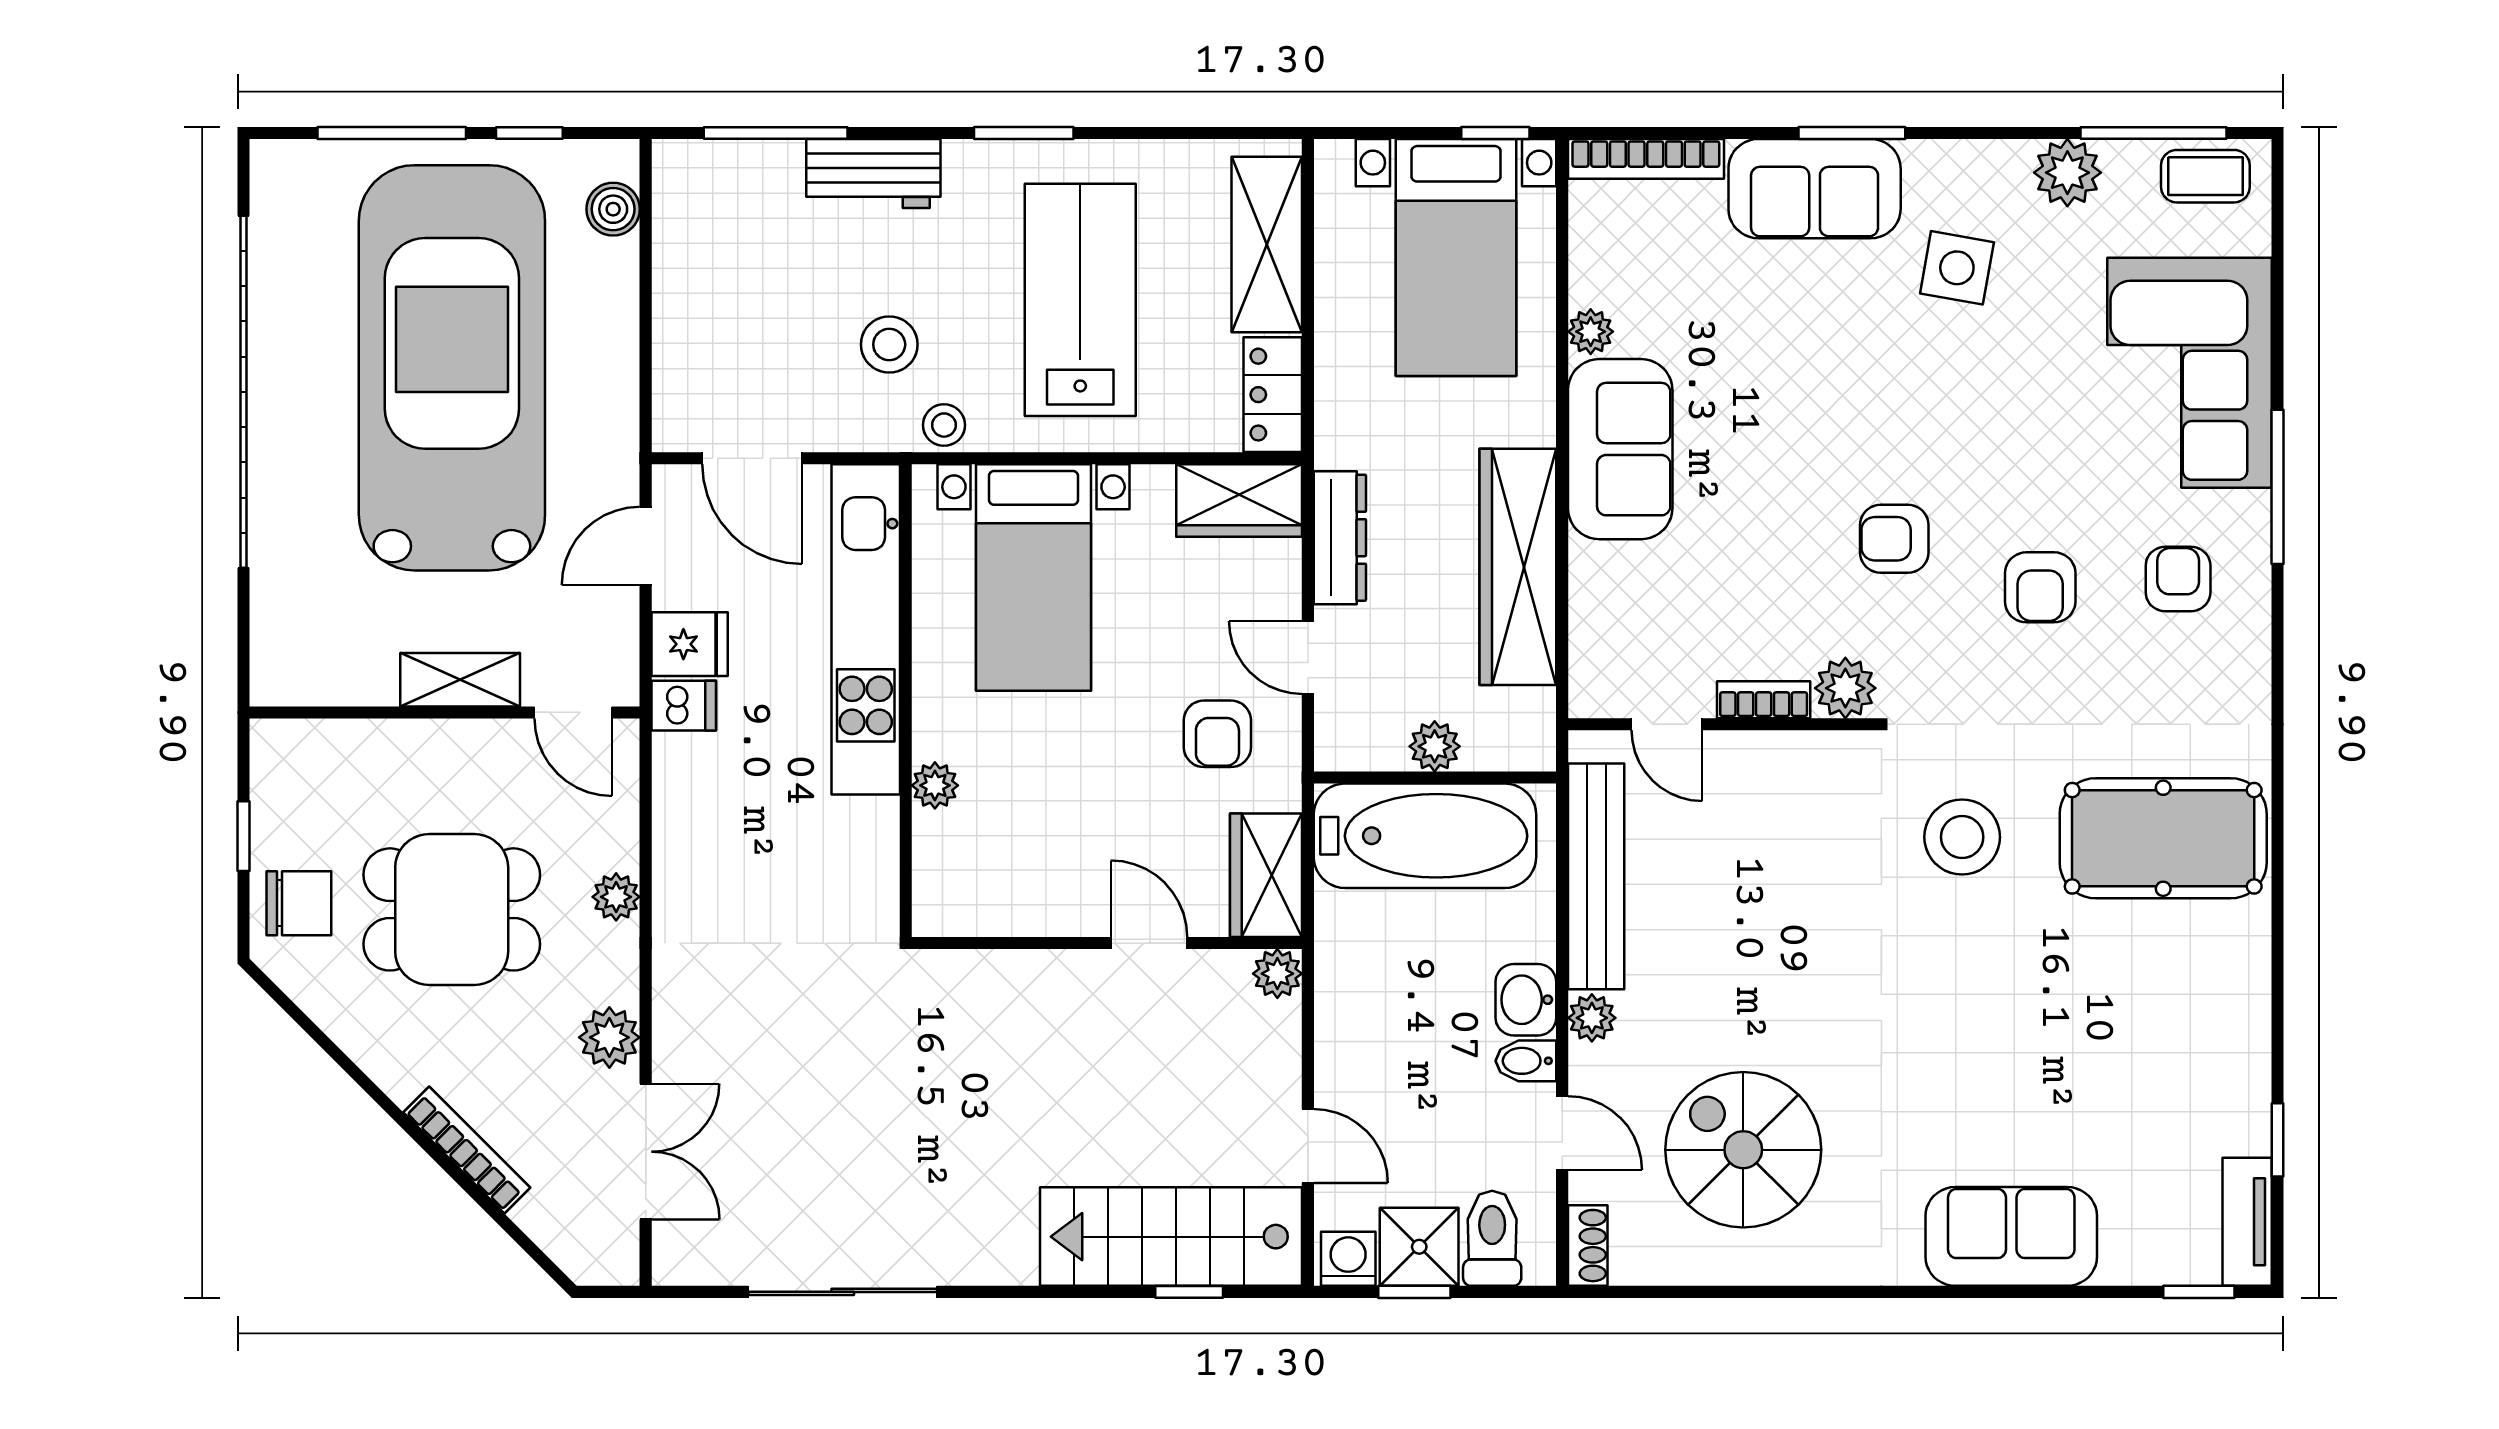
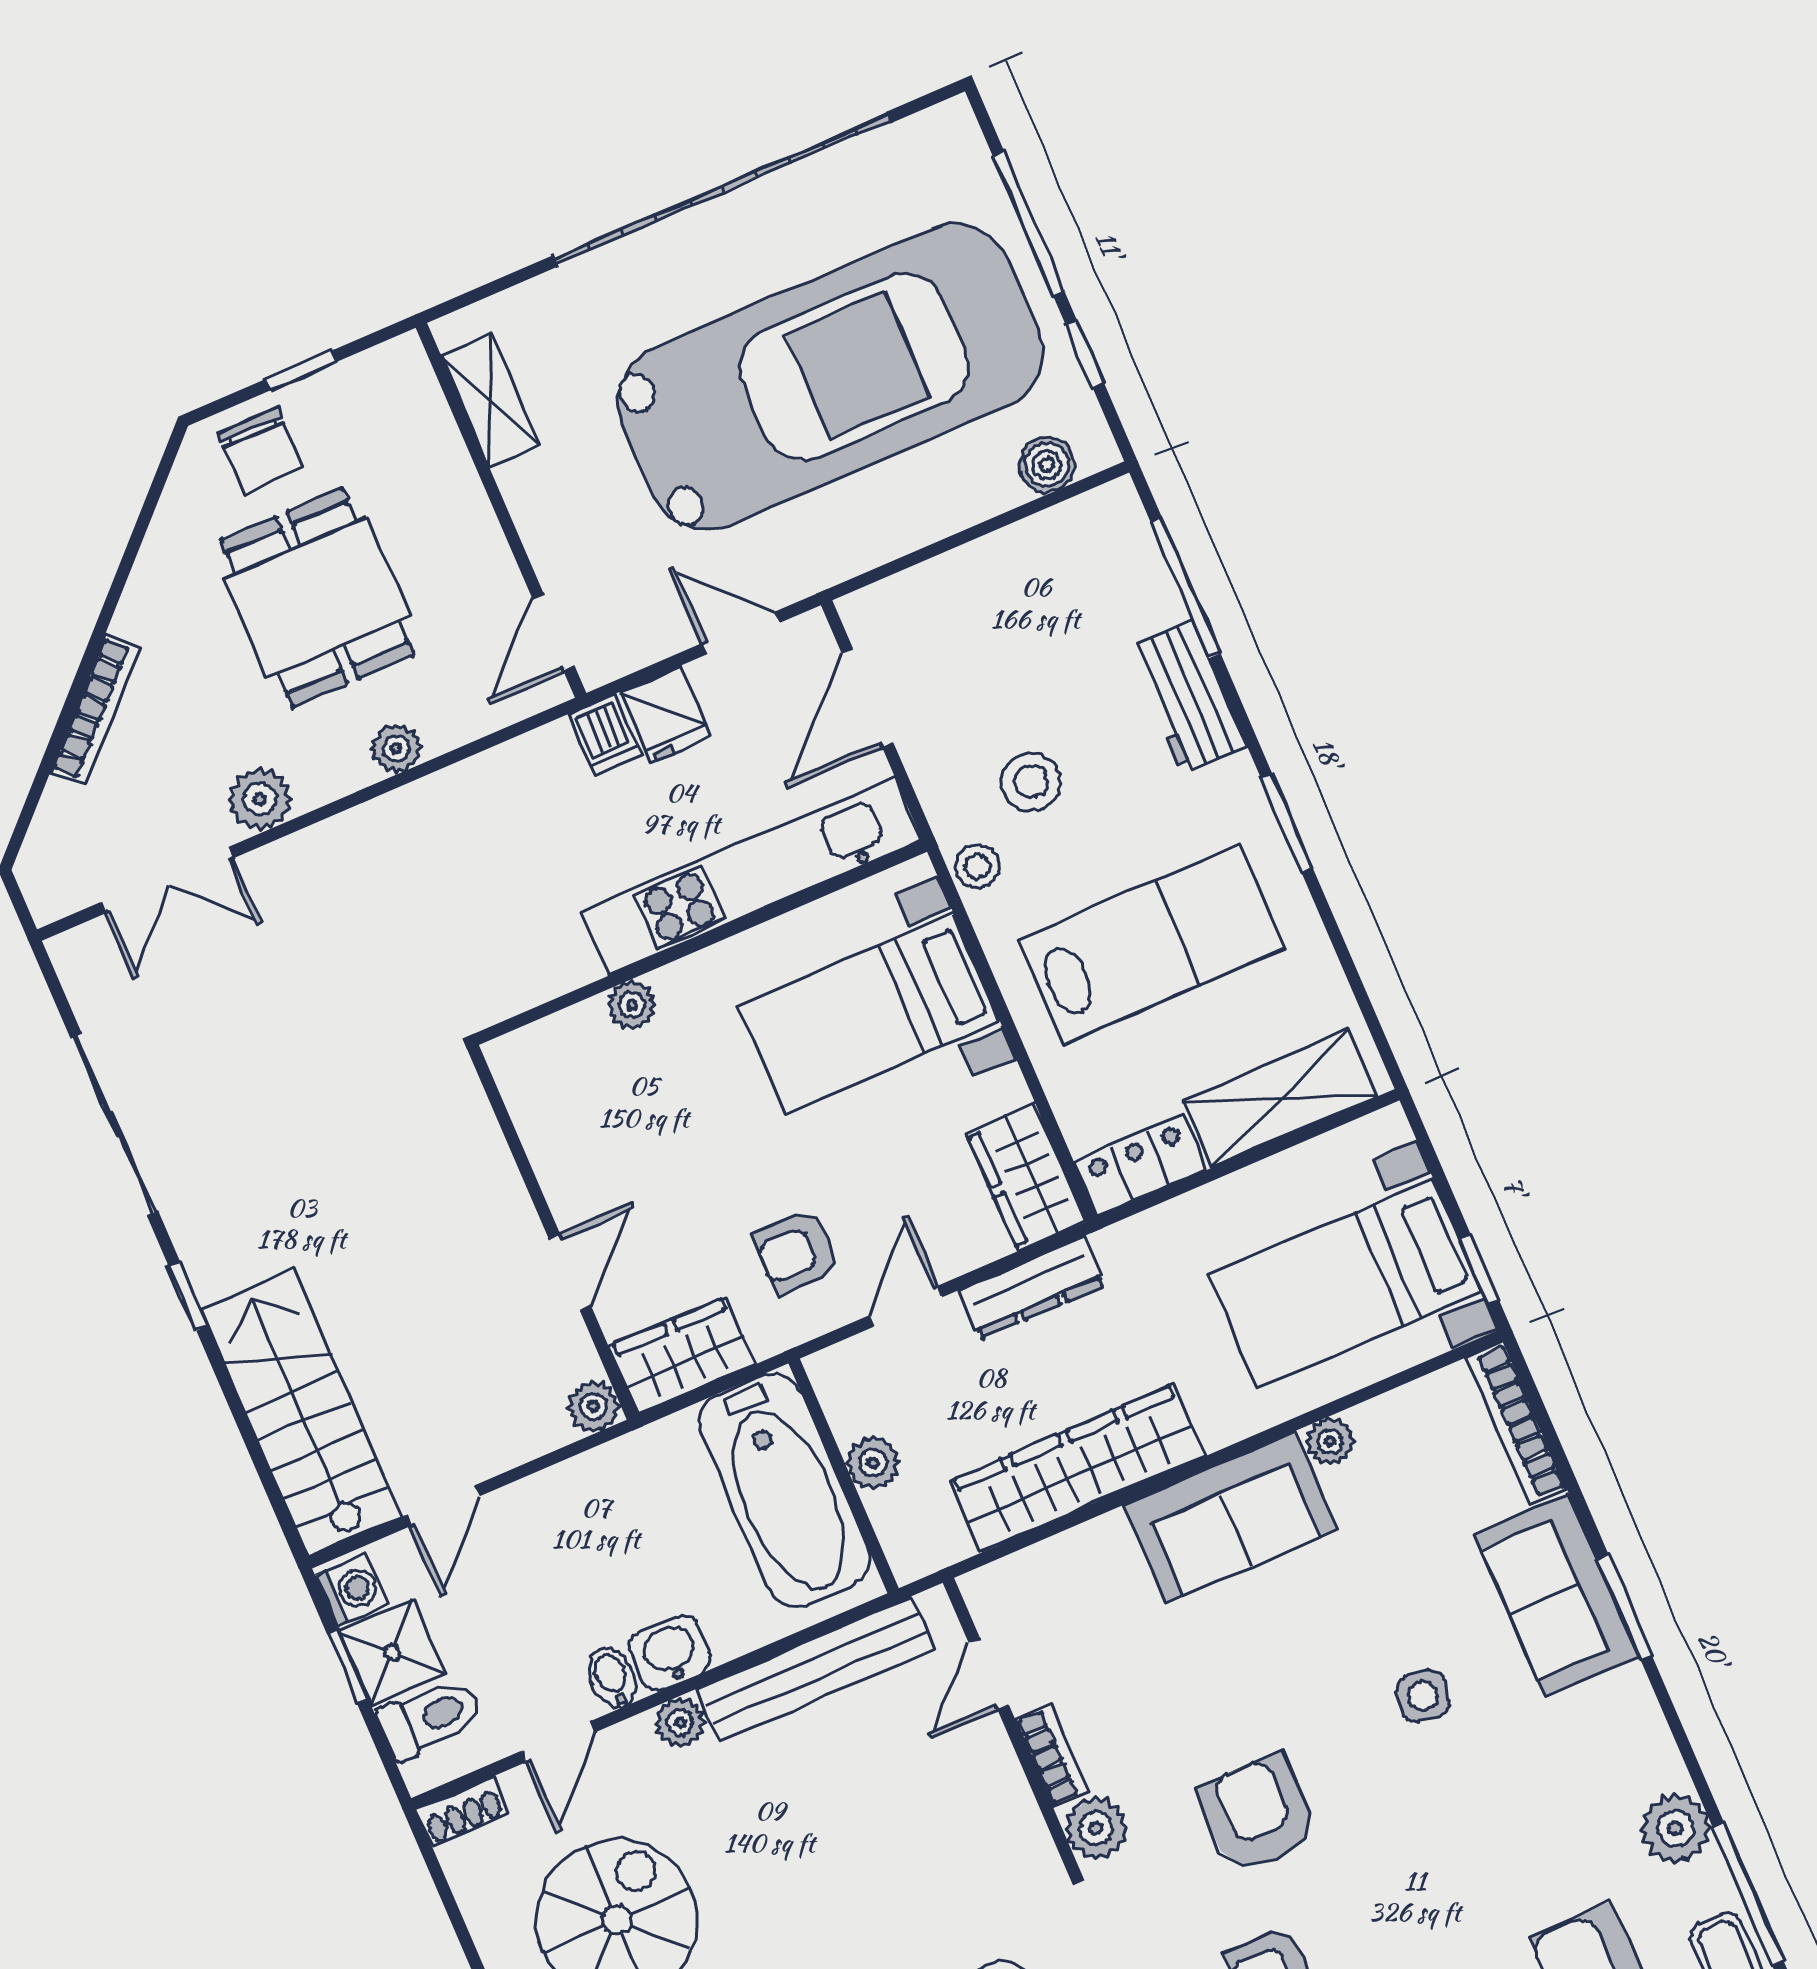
side table: (1957, 268) -> (1423, 1696), moved, width x0.73, depth x0.73
armchair: (1894, 539) -> (1257, 1814), width x1.38, depth x1.38
shelving: (460, 680) -> (490, 400), moved
window: (1189, 1292) -> (188, 1296), moved

